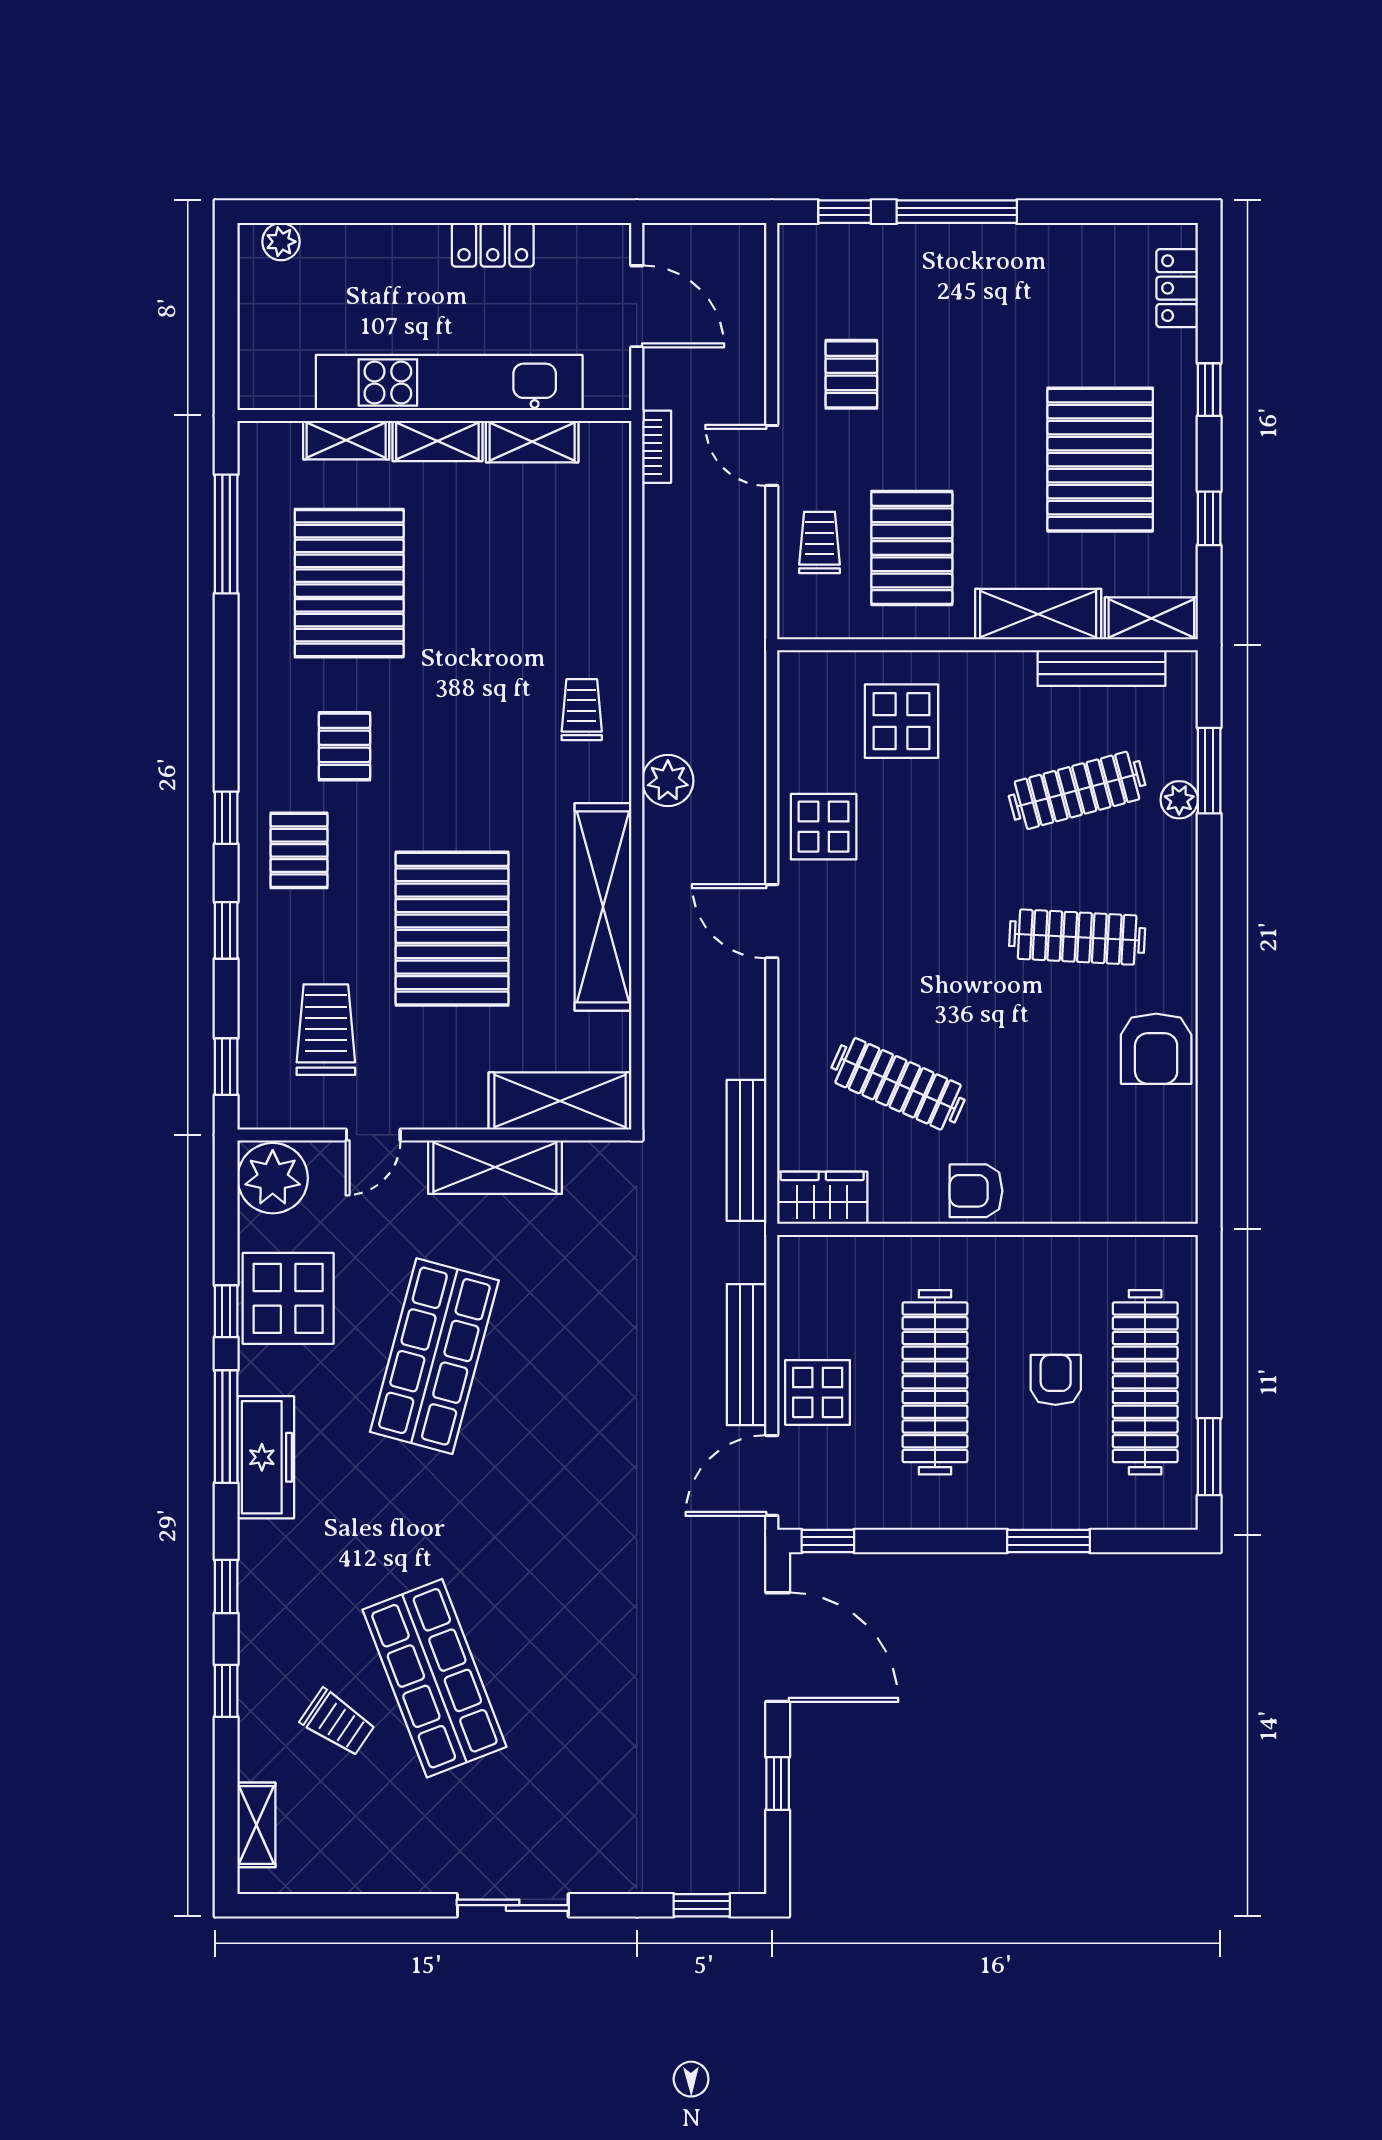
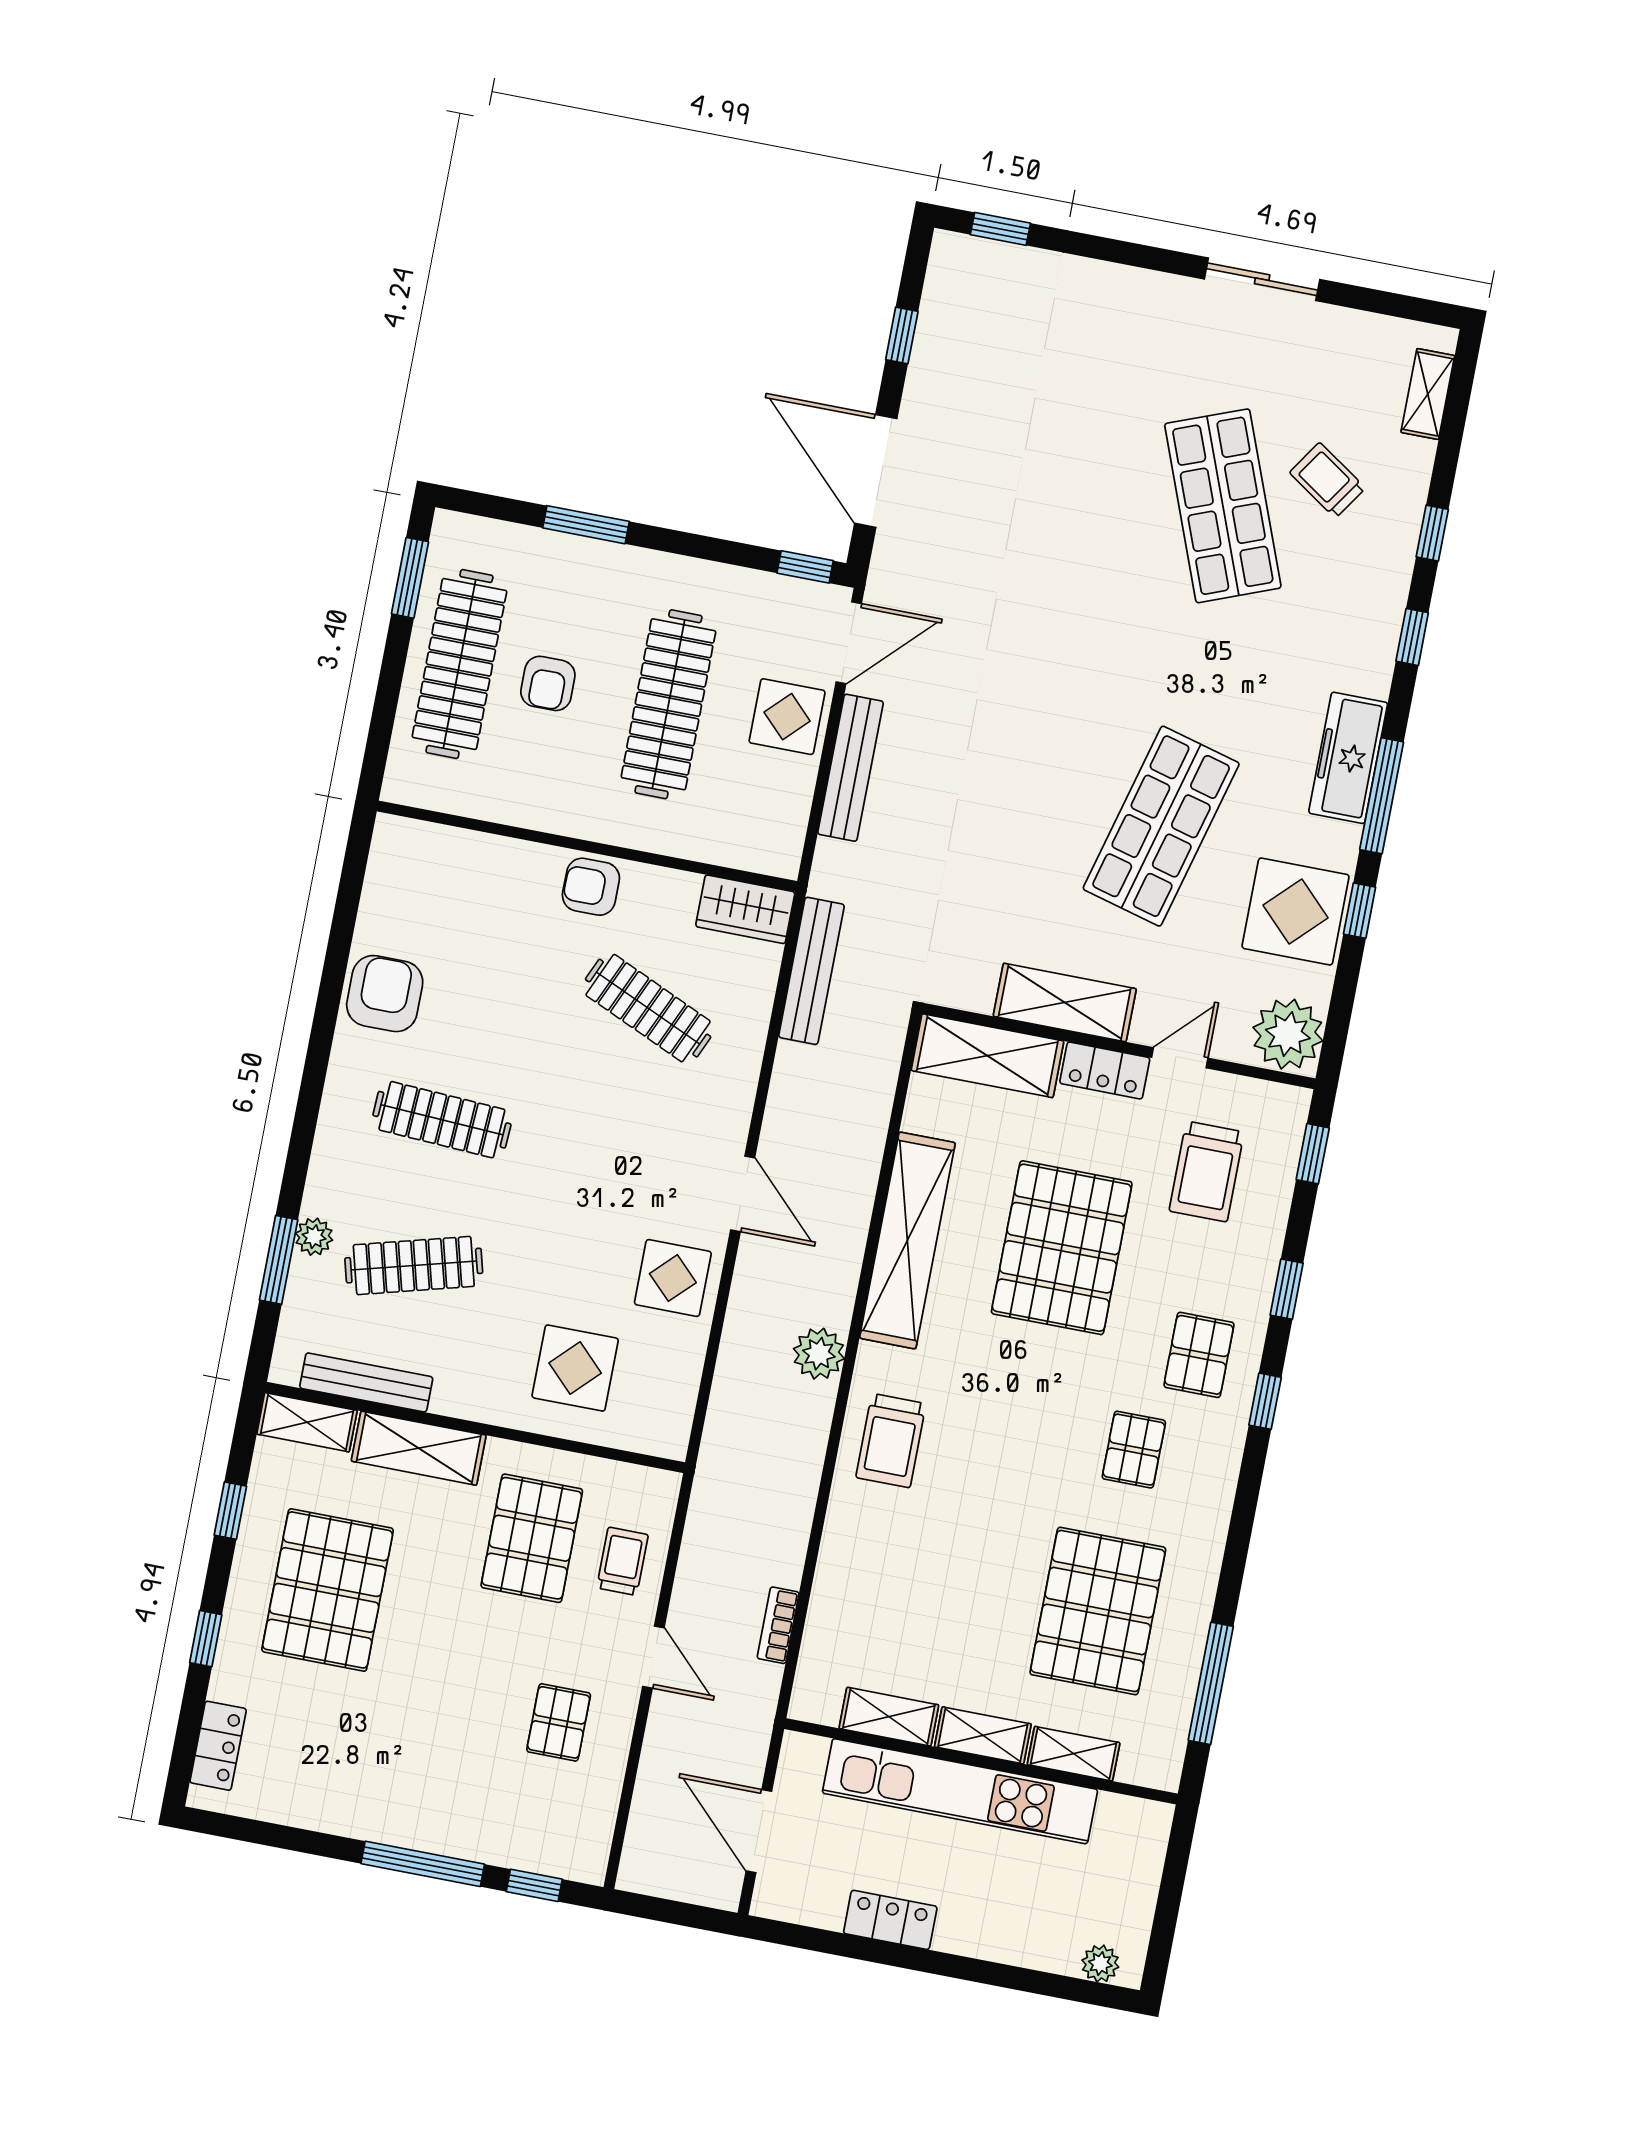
bookcase: (657, 447) -> (778, 1625), moved
trolley: (820, 543) -> (622, 1561), turned 180
trolley: (582, 710) -> (891, 1441), width x1.36, depth x1.39
locker: (443, 1109) -> (1105, 1071), added
armchair: (976, 1191) -> (591, 887), turned 180
sliding door: (513, 1905) -> (1262, 279), moved

